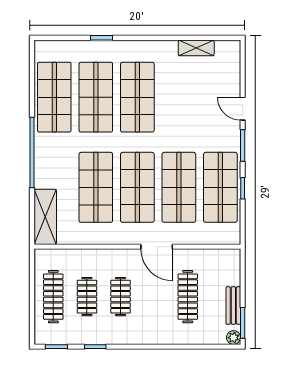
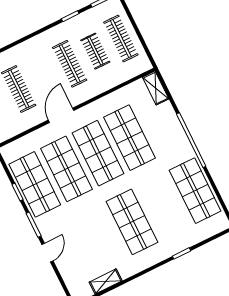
shop shelf: (96, 97) -> (164, 206), removed
door: (243, 109) -> (47, 253), hinge flipped
shelving: (45, 217) -> (156, 88), width x0.67, depth x0.75
door: (157, 247) -> (61, 115), hinge flipped
clothes rail: (121, 297) -> (70, 64), width x1.36

